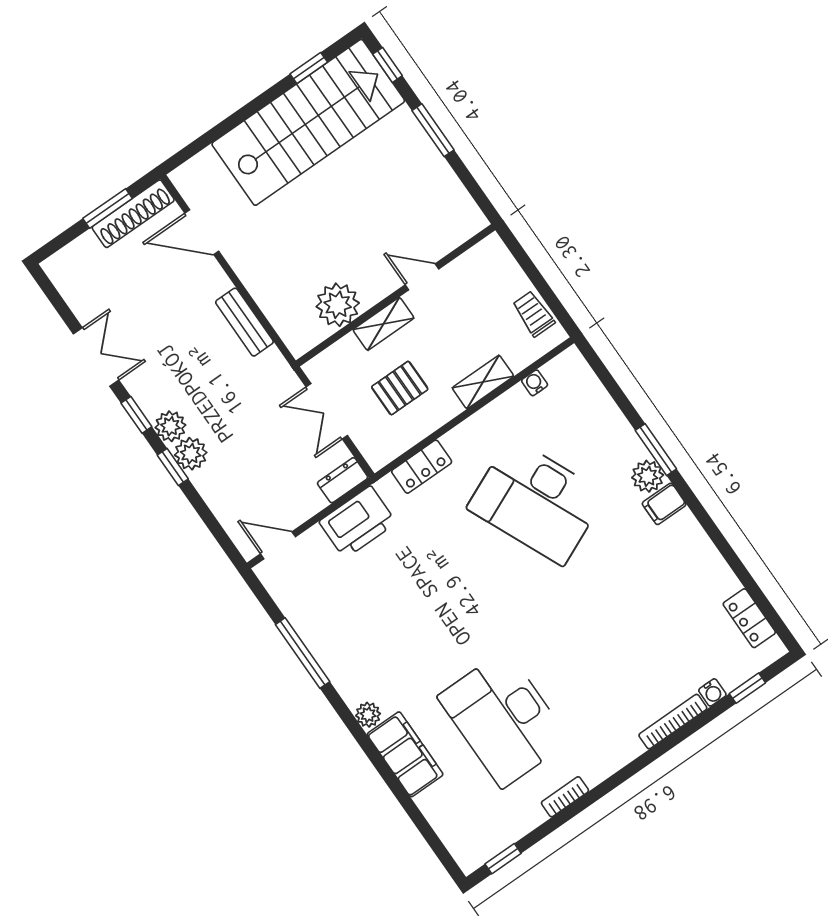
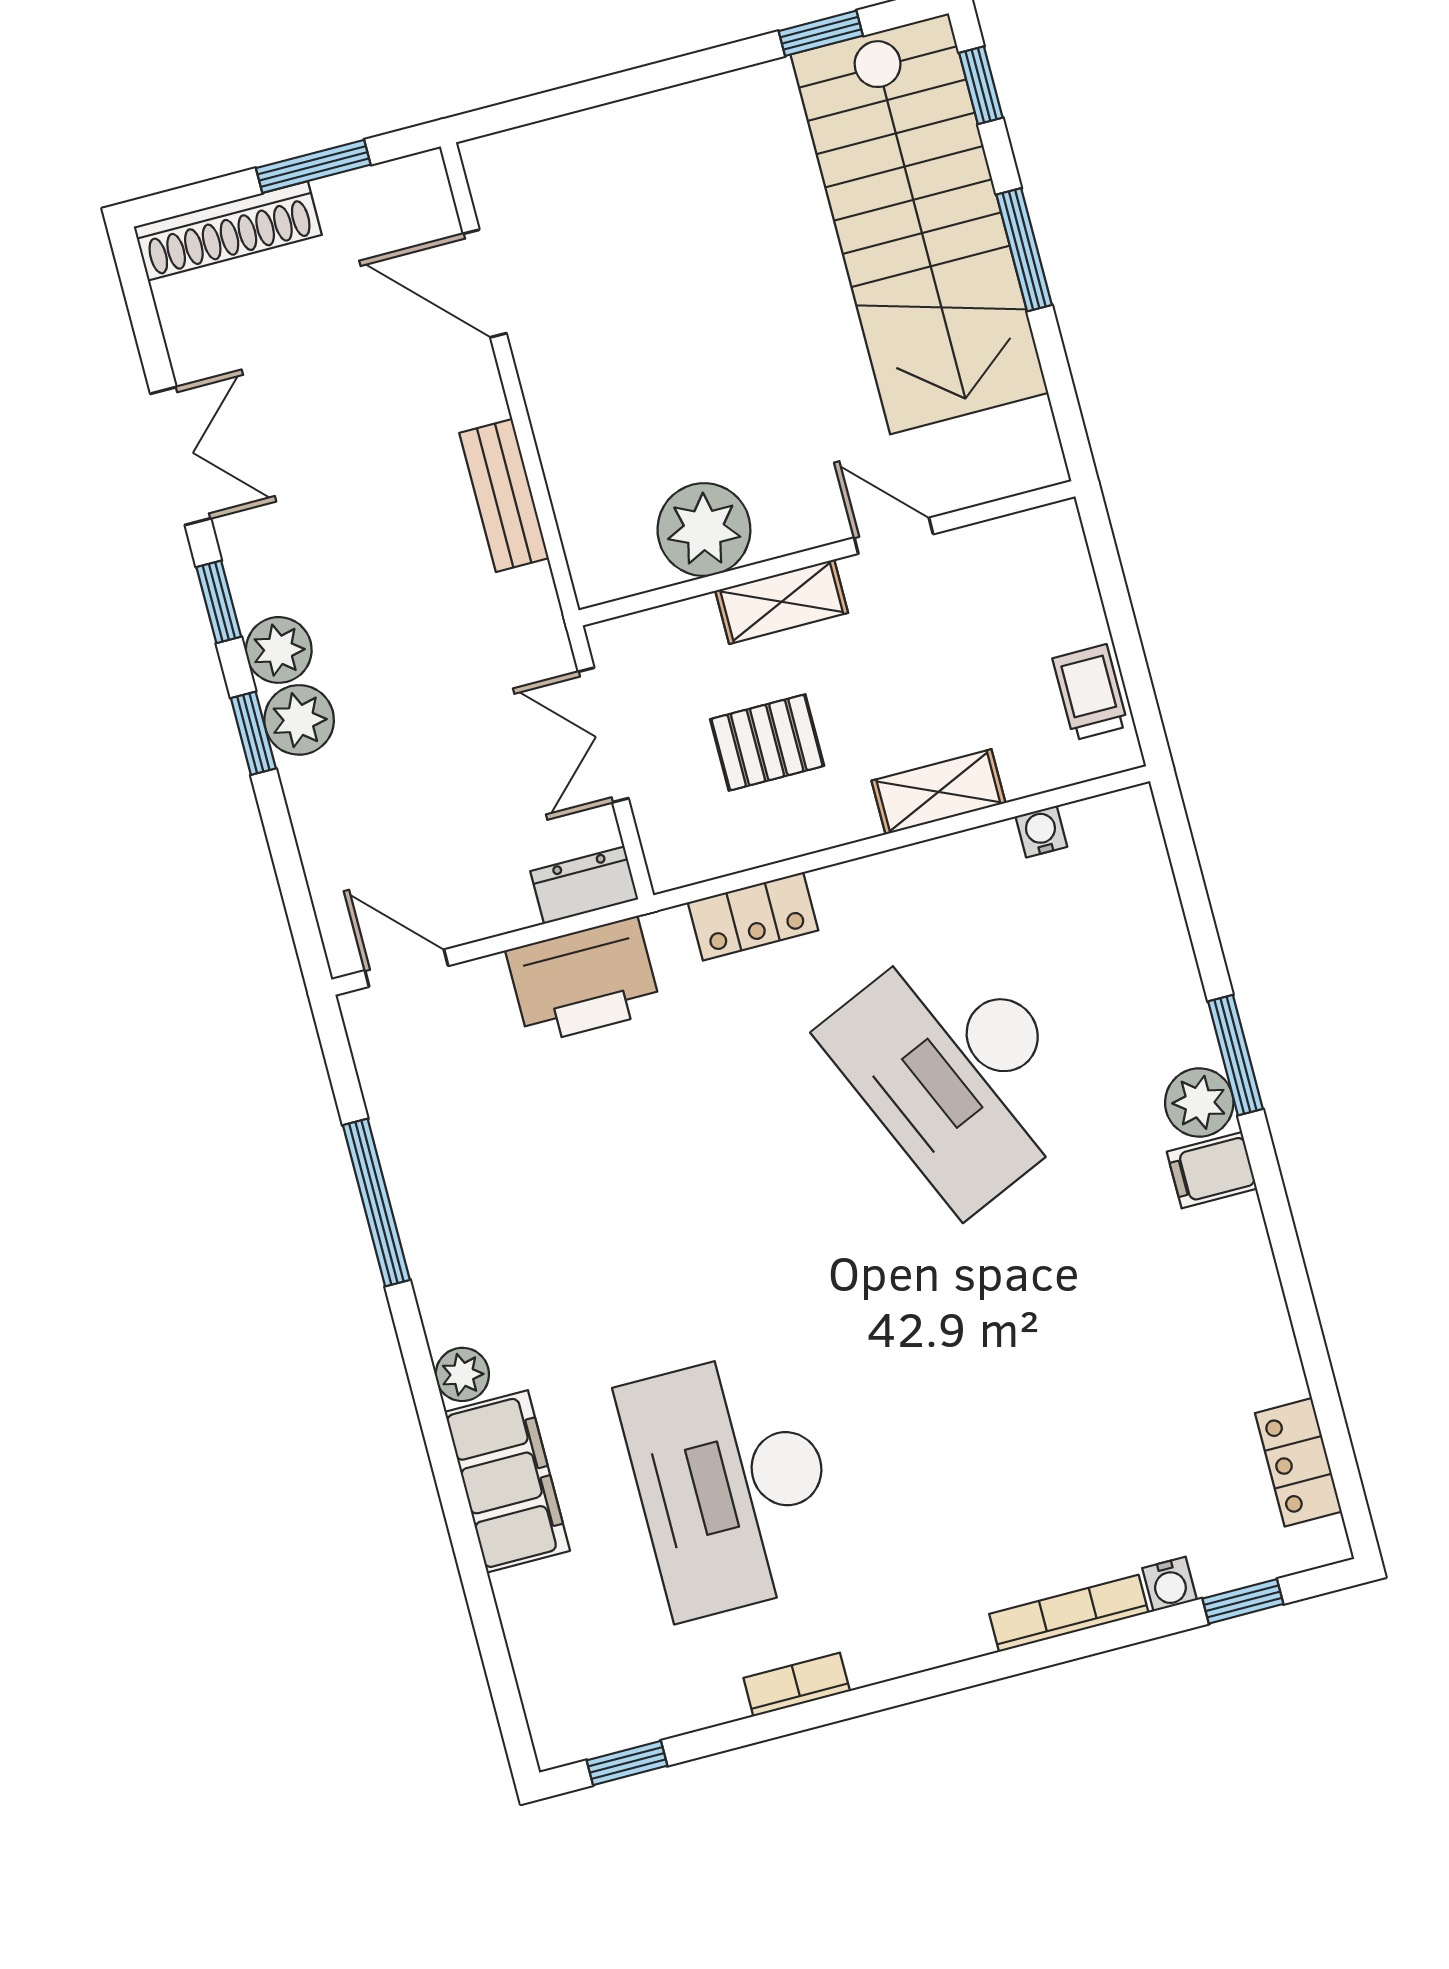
stairs: (308, 122) -> (919, 224), moved, turned 90
shoe rack: (133, 214) -> (228, 231), moved

